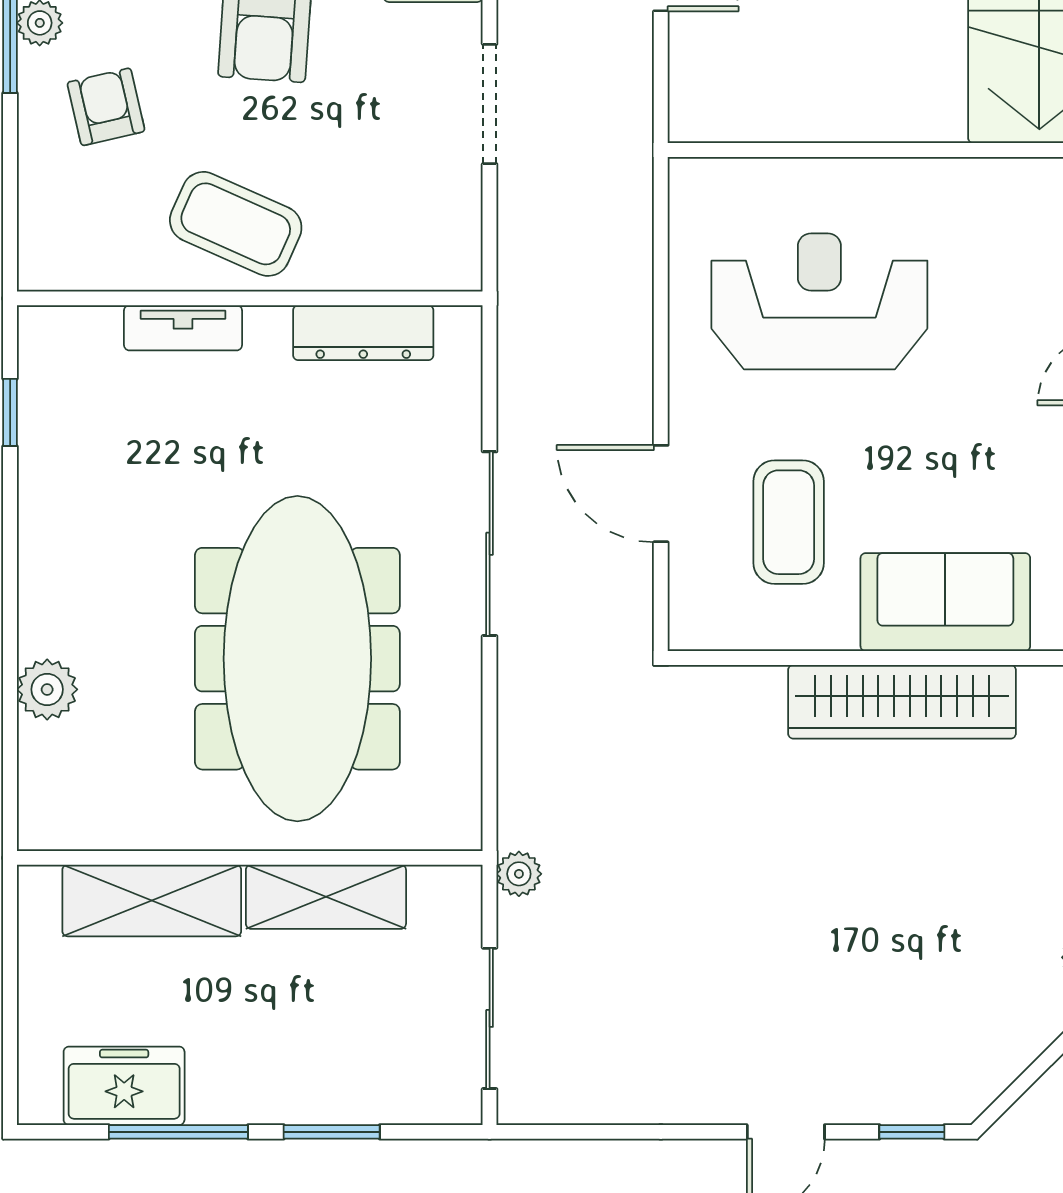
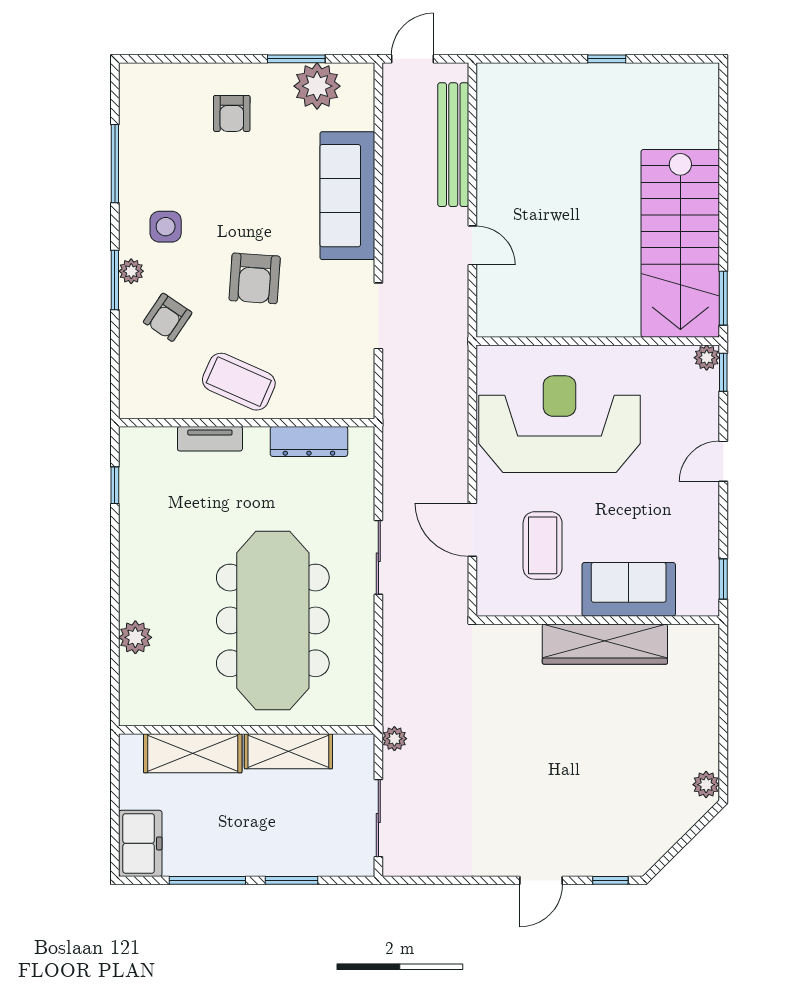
armchair: (106, 107) -> (168, 317), turned -133
reception desk: (819, 301) -> (559, 424), width x1.36, depth x1.30
sliding door: (490, 544) -> (378, 557), width x0.73
freezer: (124, 1086) -> (140, 843), moved, turned 90

